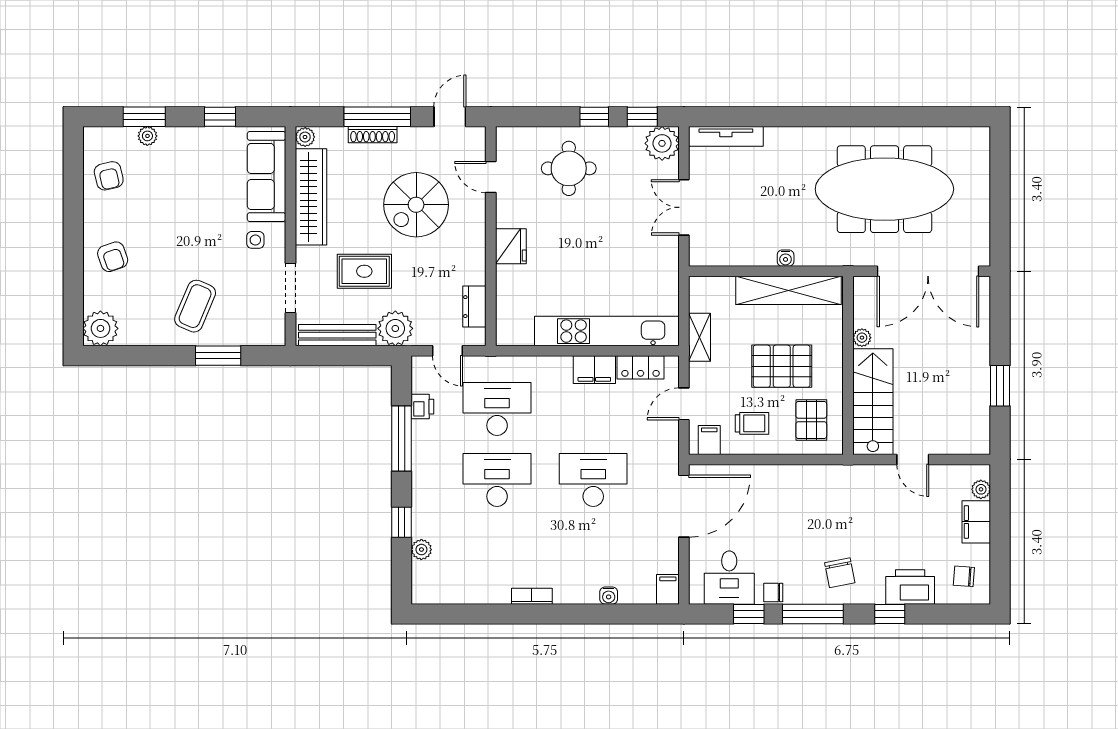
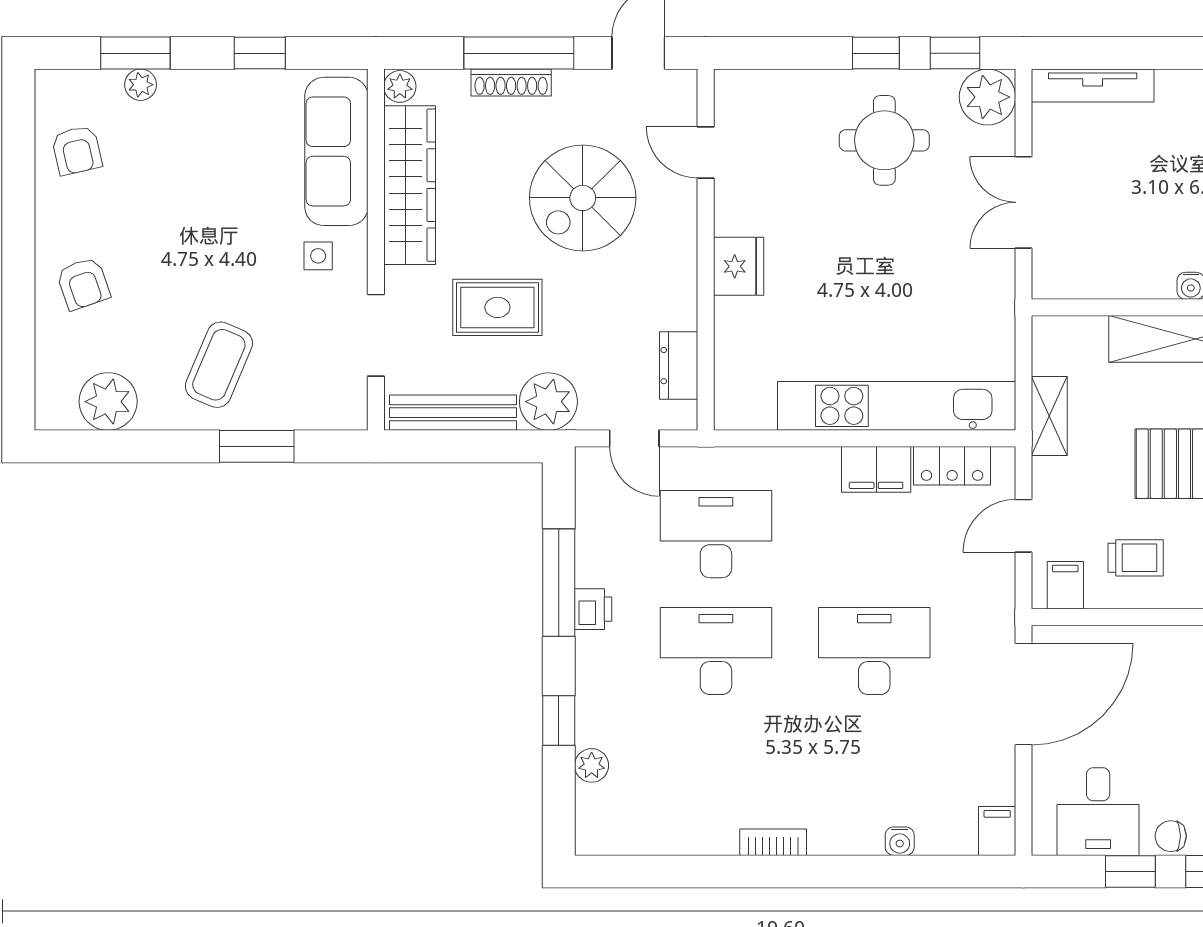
round table: (569, 168) -> (884, 140), moved
plant: (100, 328) -> (108, 402), moved
printer: (422, 407) -> (593, 609), moved

